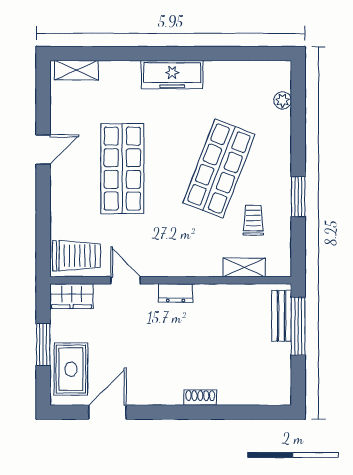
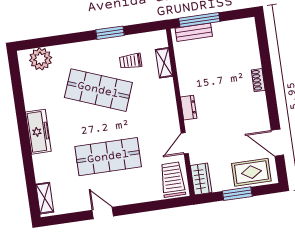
plant: (283, 100) -> (41, 59), width x1.87, depth x1.87

